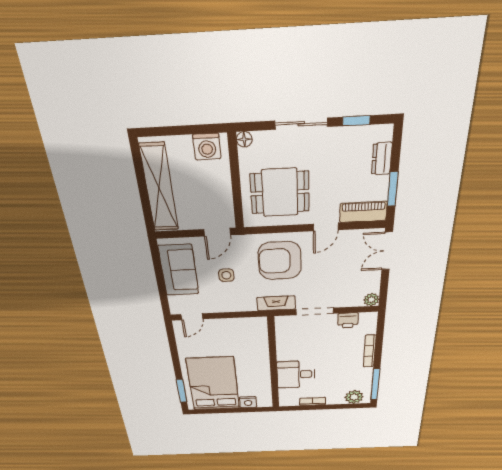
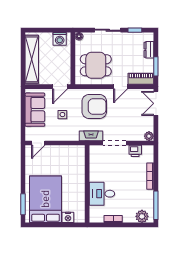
armchair: (280, 261) -> (94, 106), turned 180

